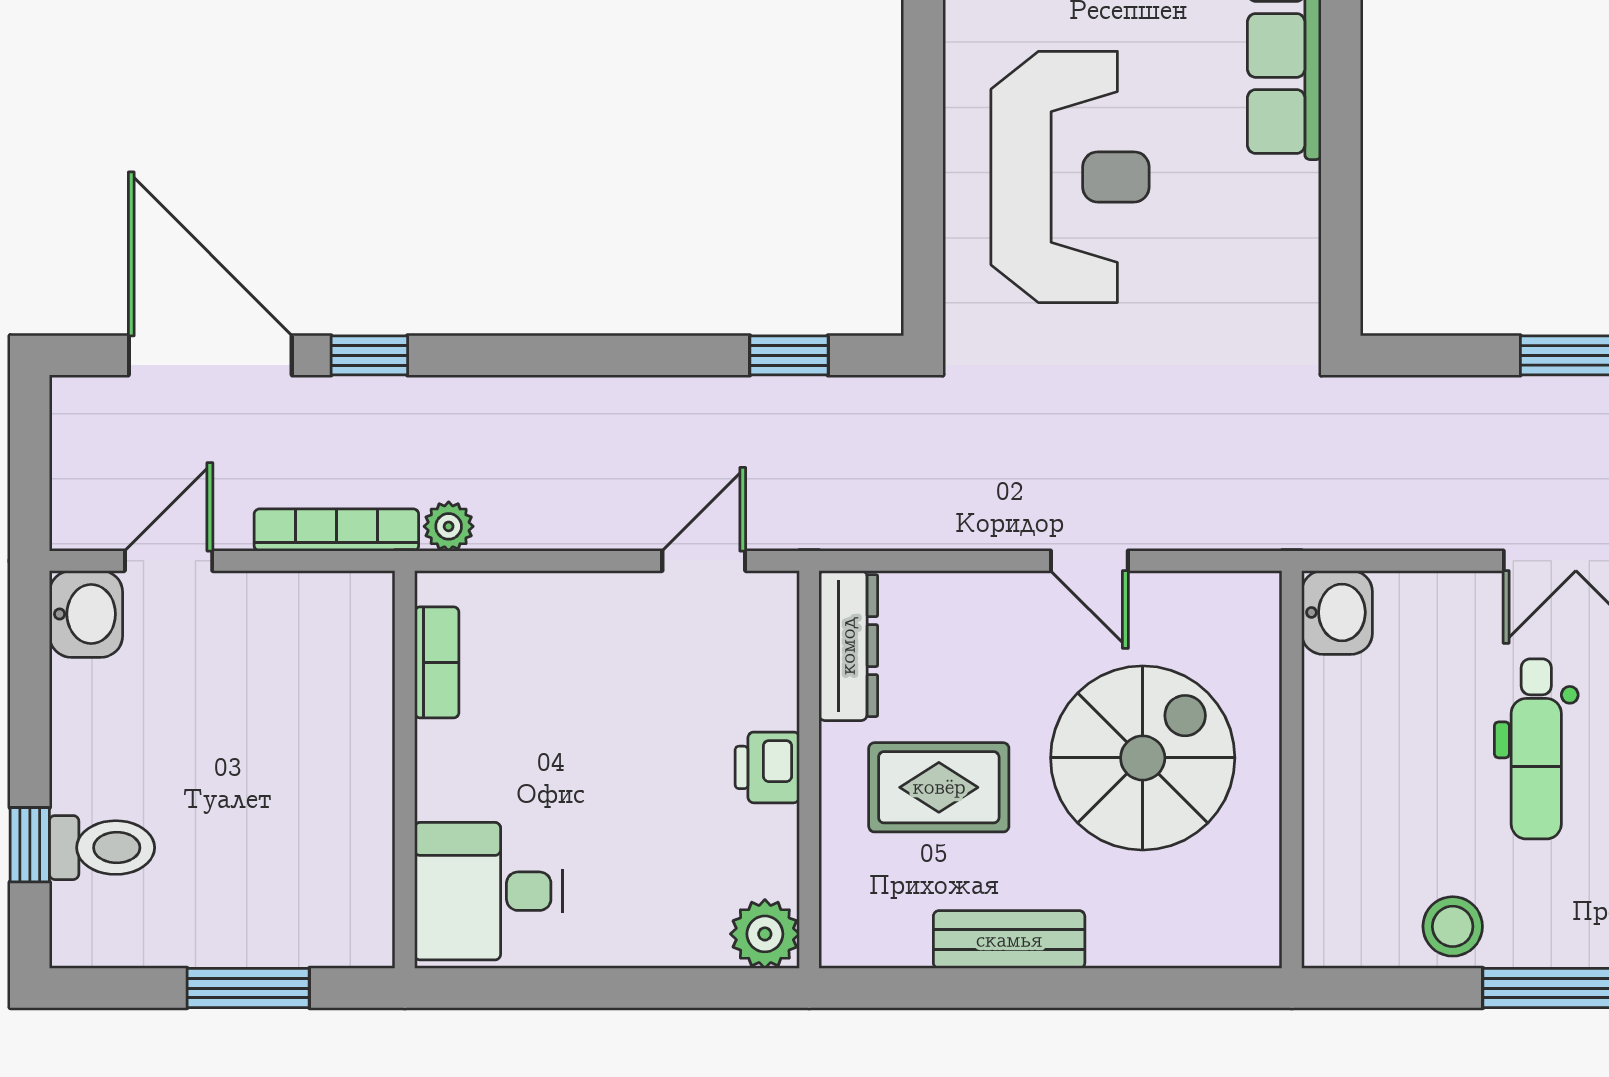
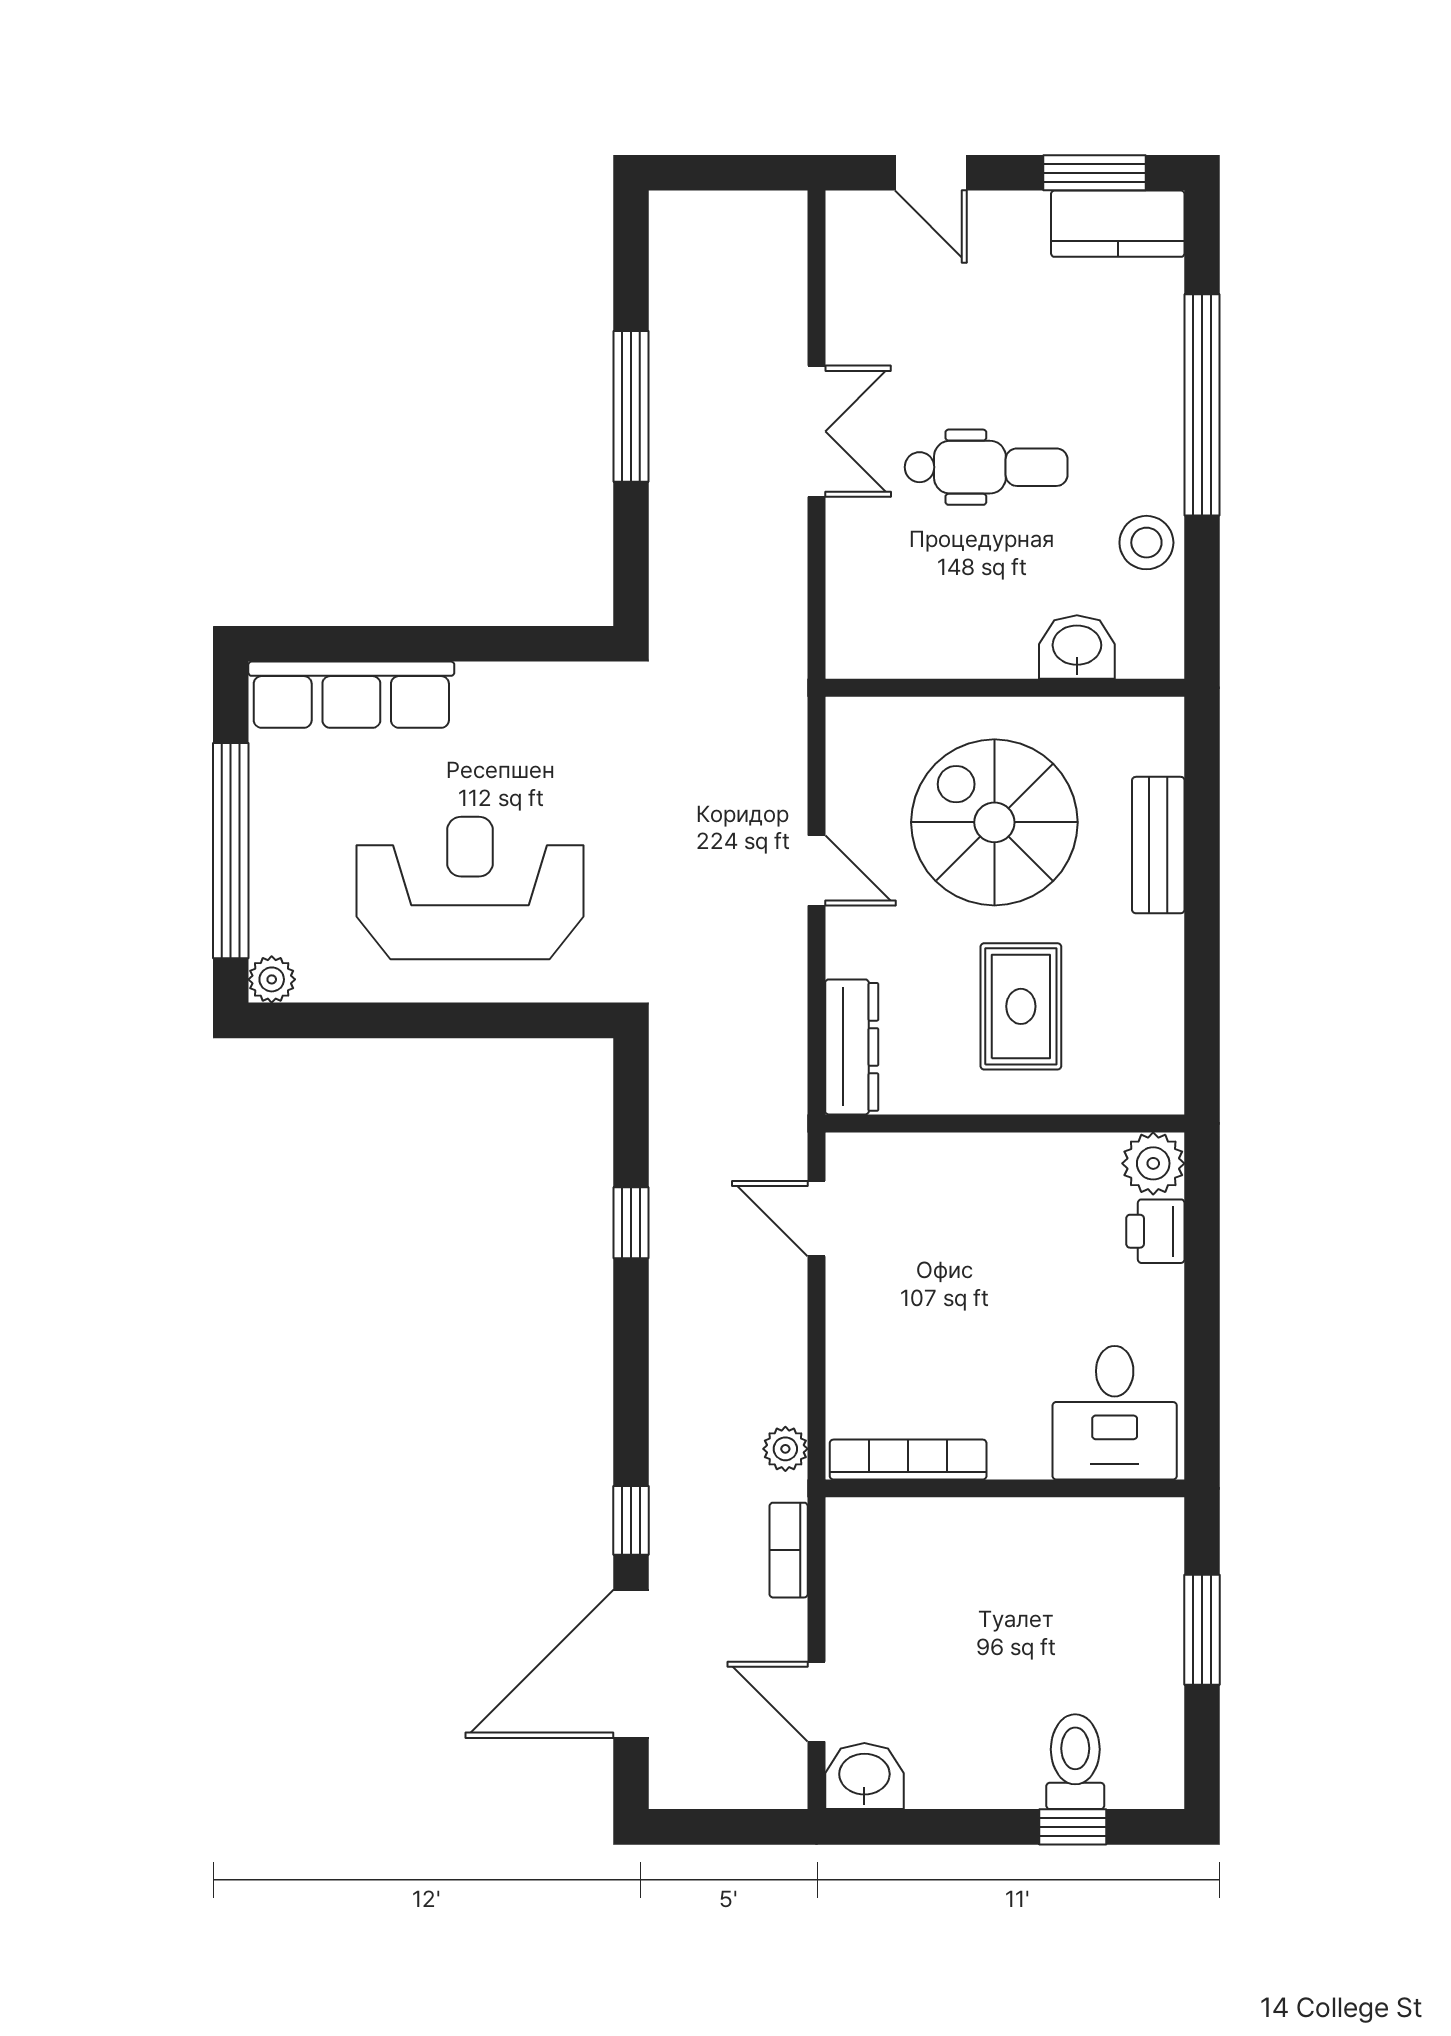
window: (789, 355) -> (631, 1223), moved
bookcase: (336, 530) -> (789, 1550), width x0.64
door: (1089, 561) -> (816, 870), hinge flipped
washbasin: (1337, 612) -> (1077, 647), moved
dresser: (848, 646) -> (852, 1047), moved, turned 90
bookcase: (437, 662) -> (908, 1460), width x1.56
printer: (767, 767) -> (1155, 1231), moved, turned 90
bench: (1009, 940) -> (1158, 845), moved

